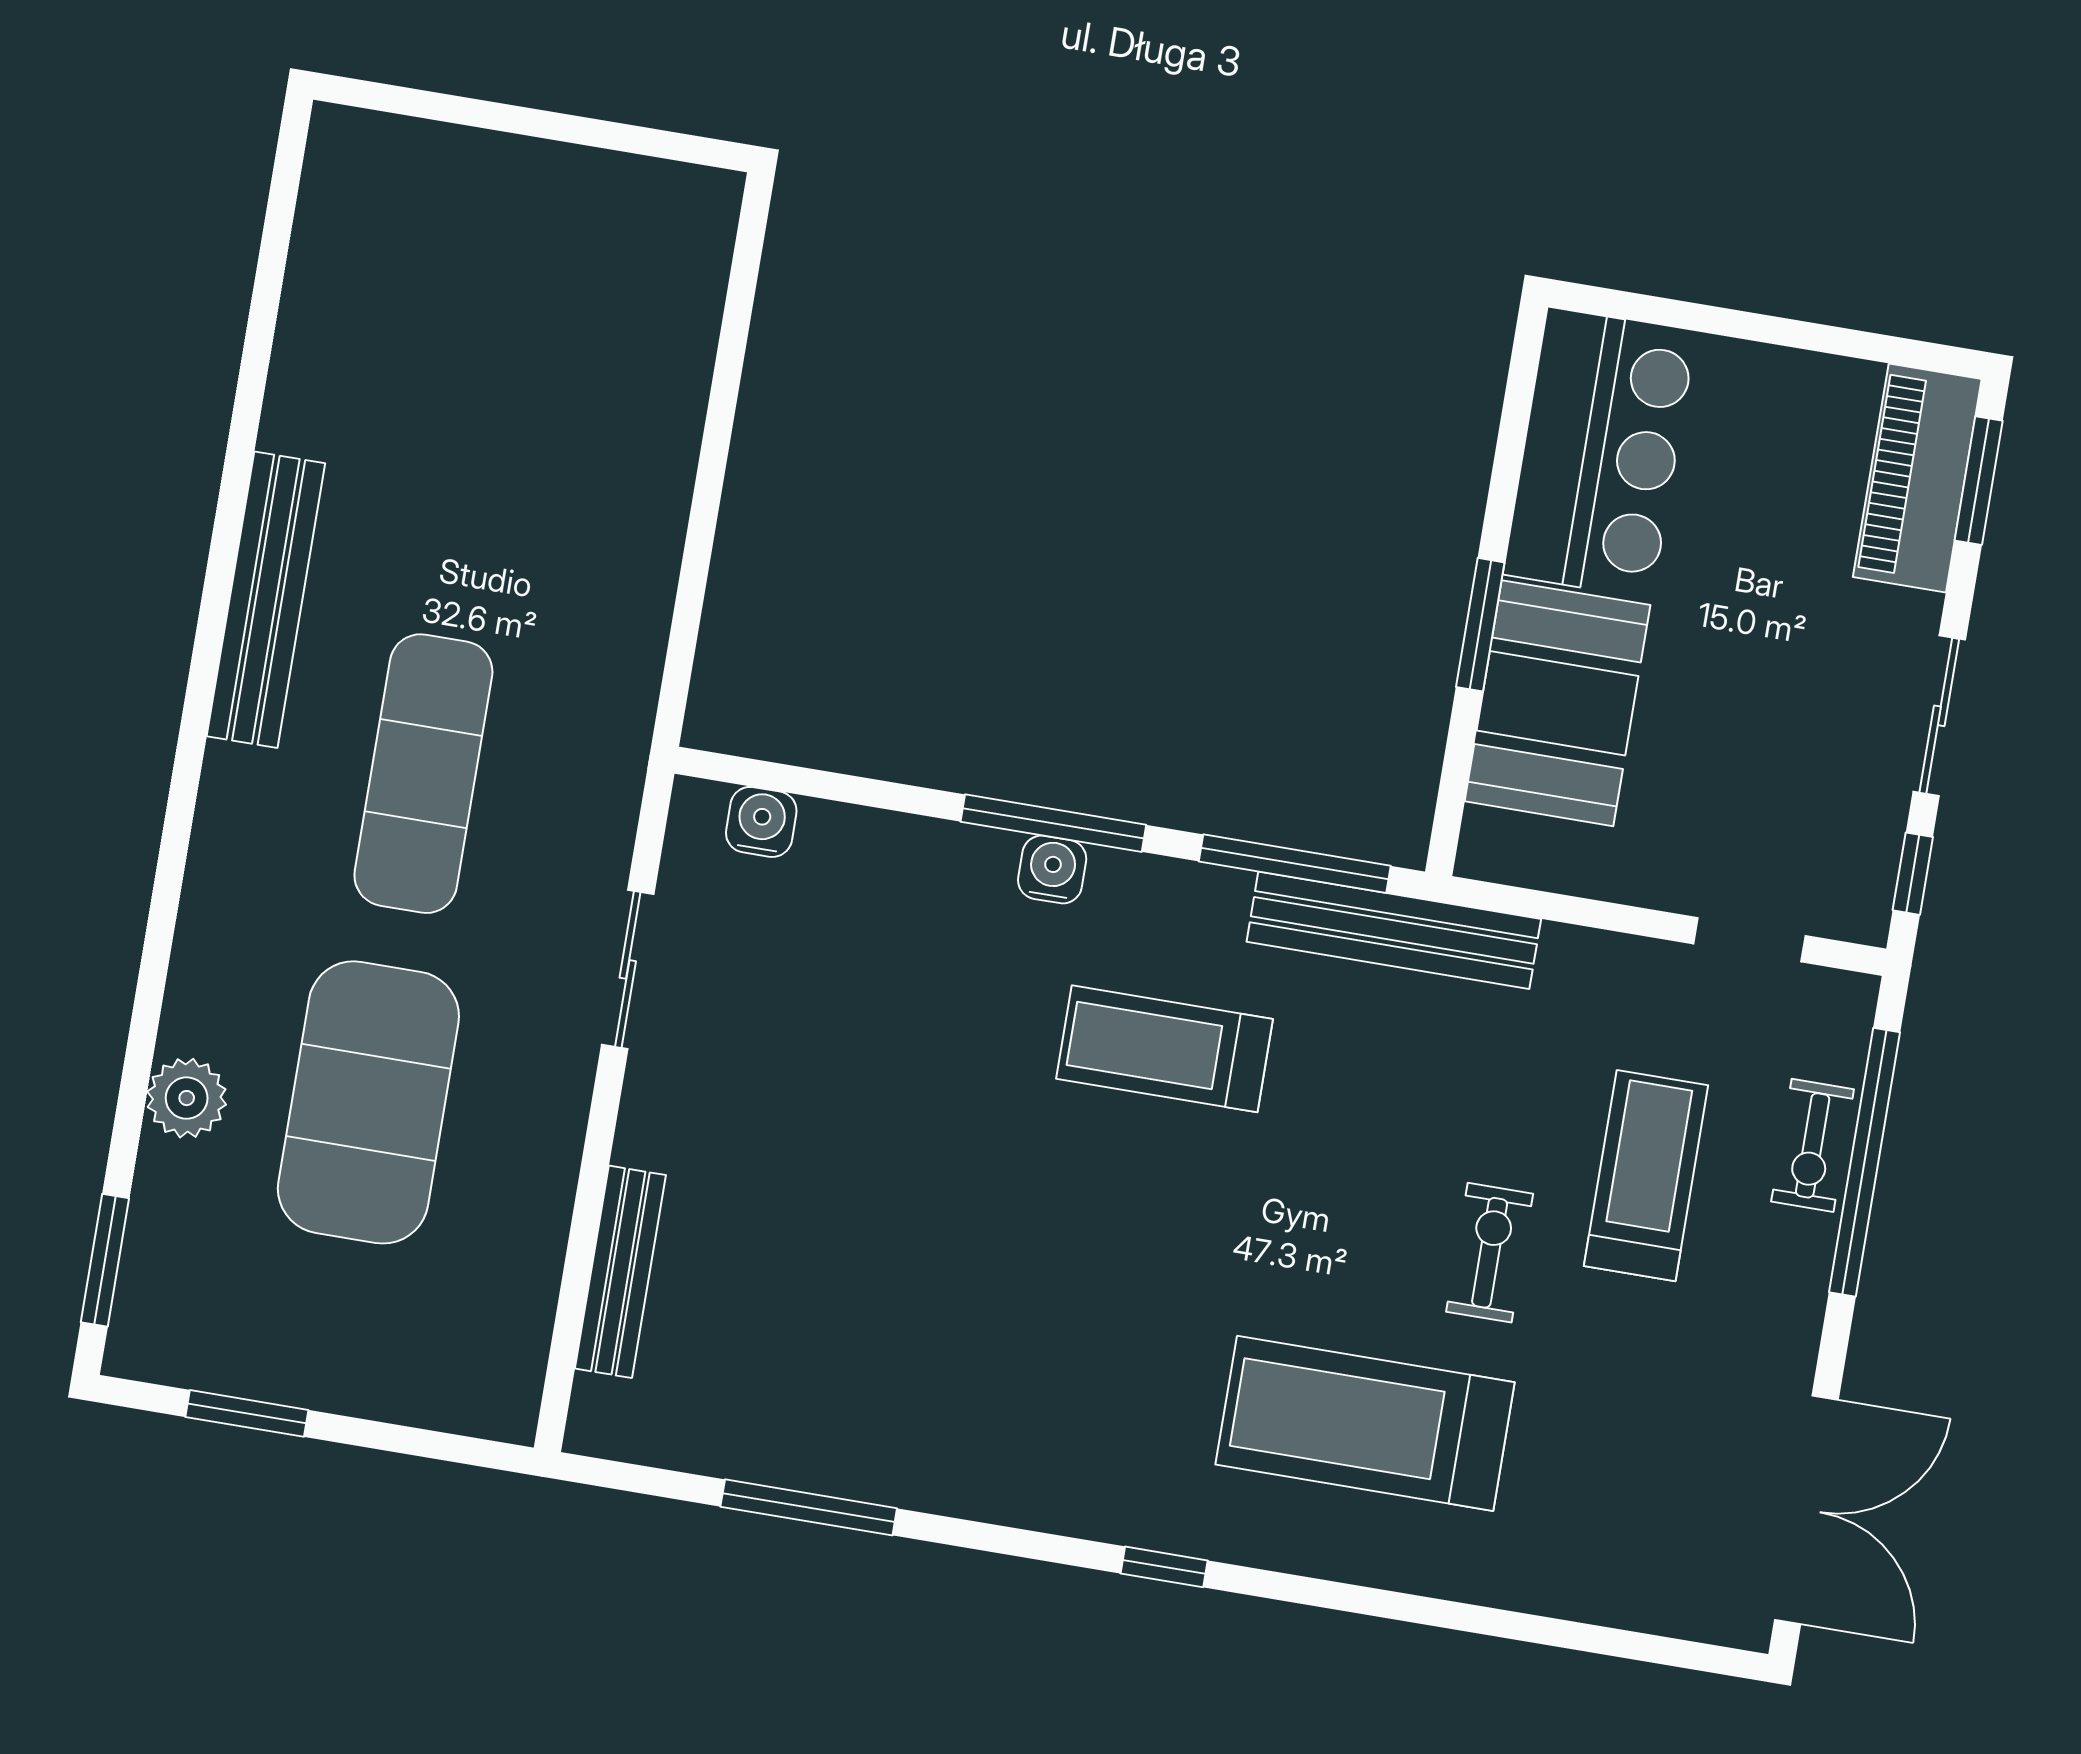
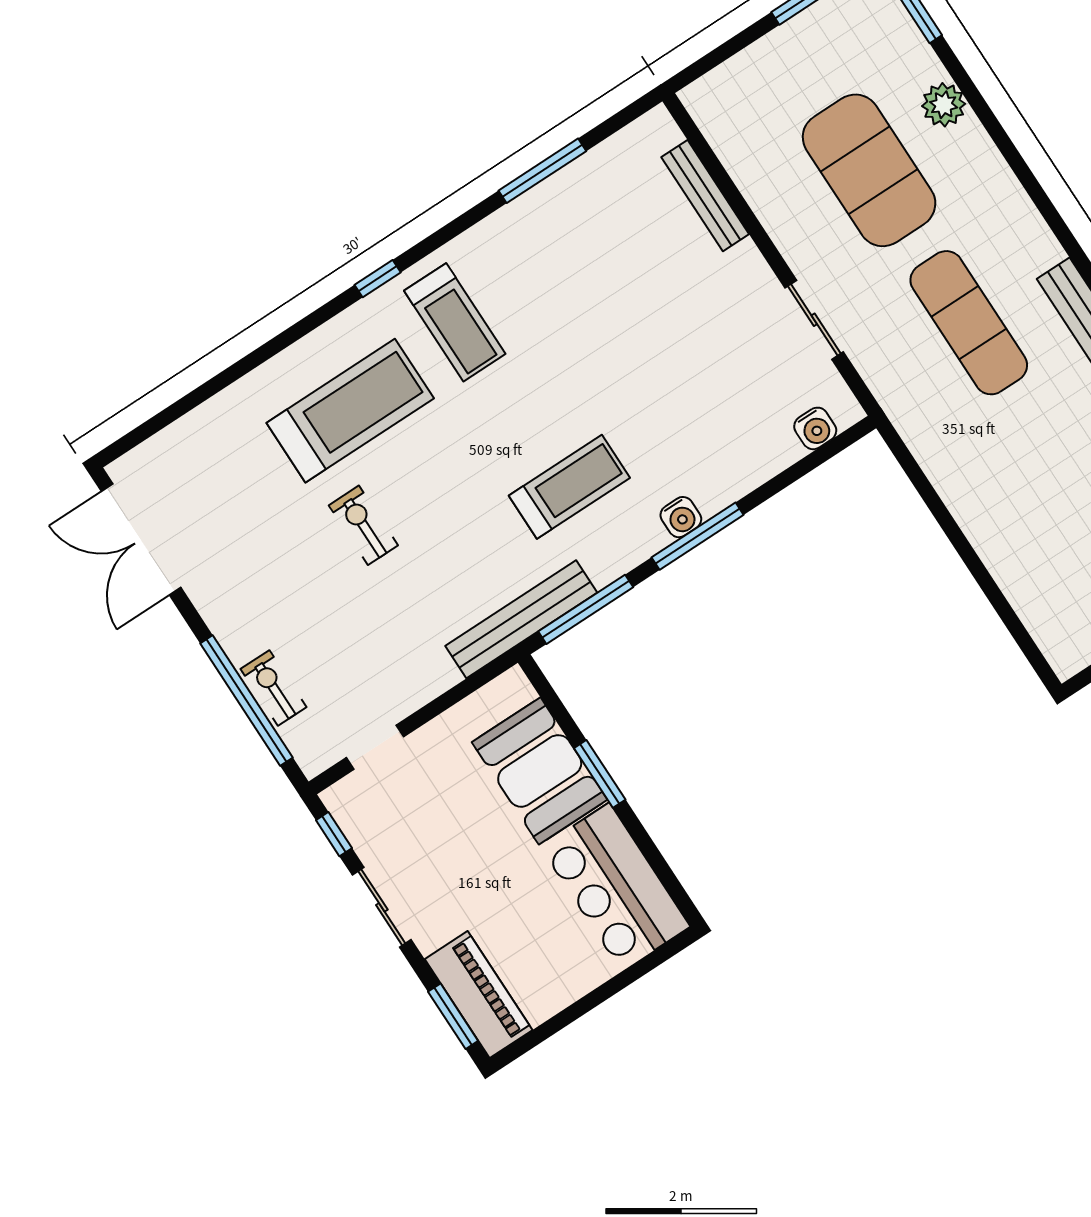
treadmill: (1646, 1176) -> (455, 322), moved
exercise bike: (1490, 1253) -> (363, 525), turned 180

